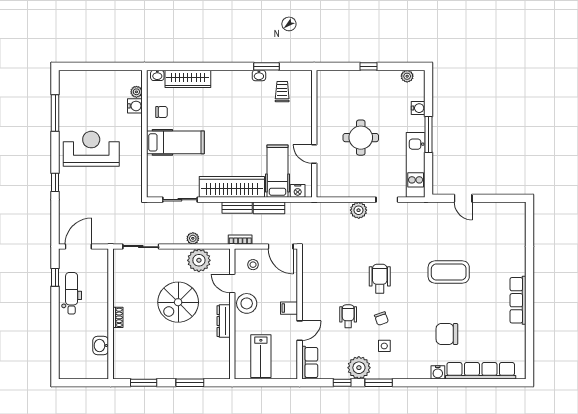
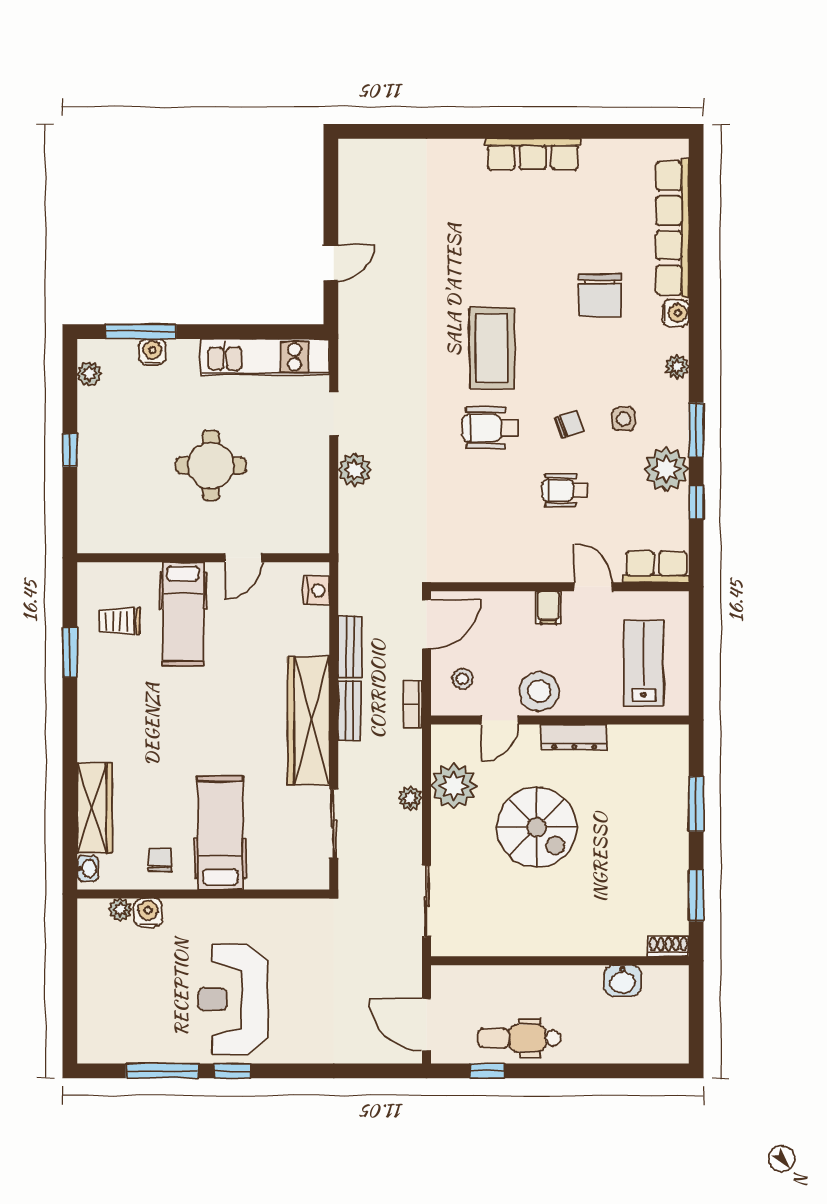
washbasin: (259, 75) -> (88, 667), removed
window: (428, 134) -> (141, 332), moved
hospital bed: (277, 171) -> (183, 614), moved, turned -90
window: (55, 182) -> (232, 1071), moved
coffee table: (449, 272) -> (492, 348), moved
shoe rack: (118, 317) -> (668, 946), moved
lab bench: (261, 356) -> (644, 663), turned -90
plant: (411, 373) -> (677, 367), added

